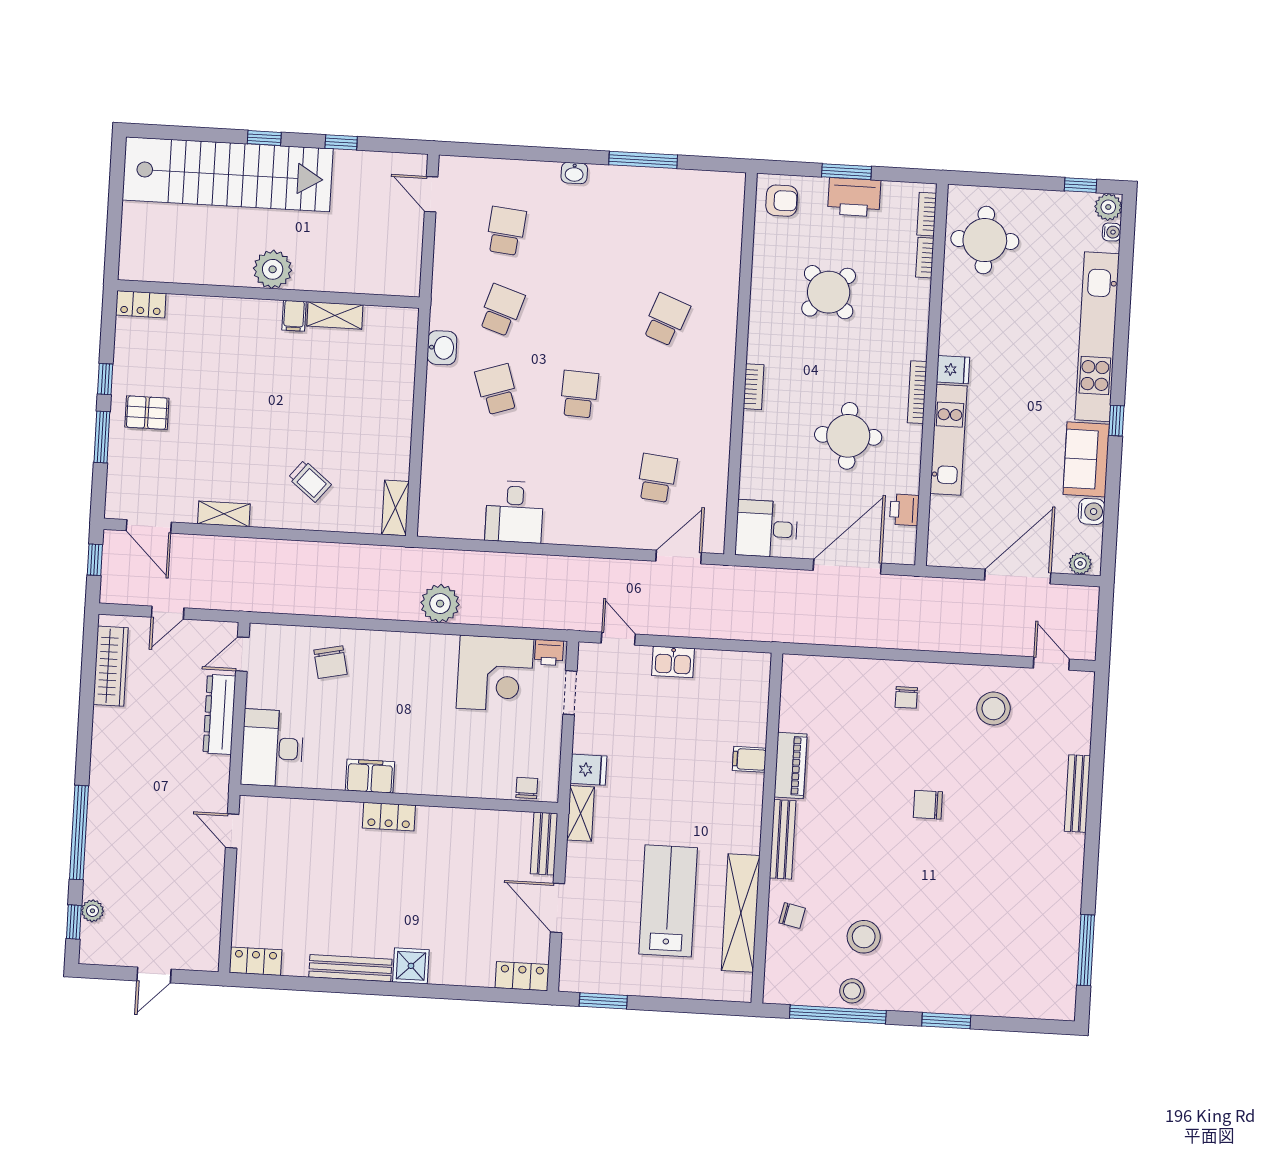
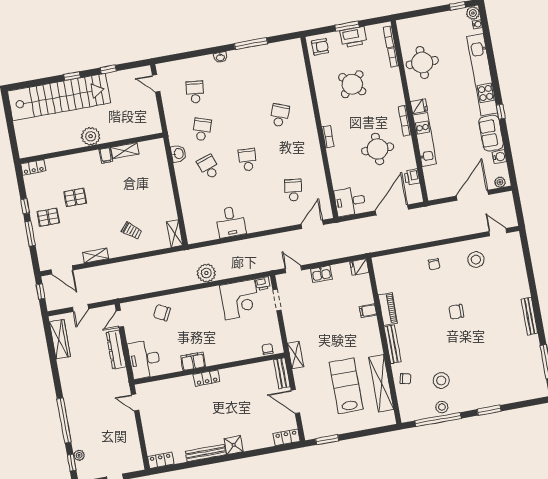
round table: (985, 240) -> (422, 62), moved
pallet: (211, 386) -> (75, 197), added
chair: (331, 662) -> (162, 313), turned 129
fridge: (588, 770) -> (359, 267), moved, turned 180
bench: (1077, 794) -> (529, 316), moved

